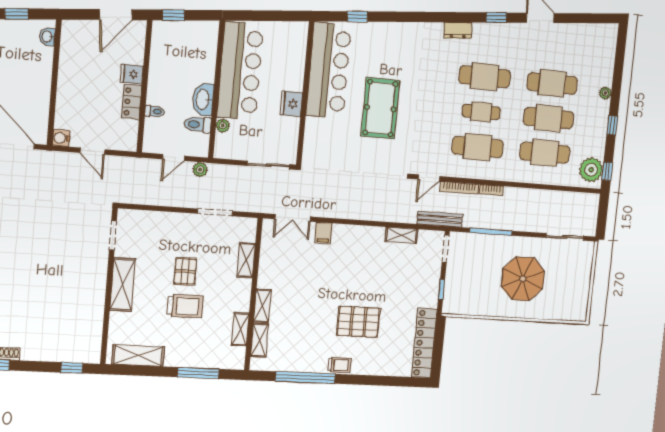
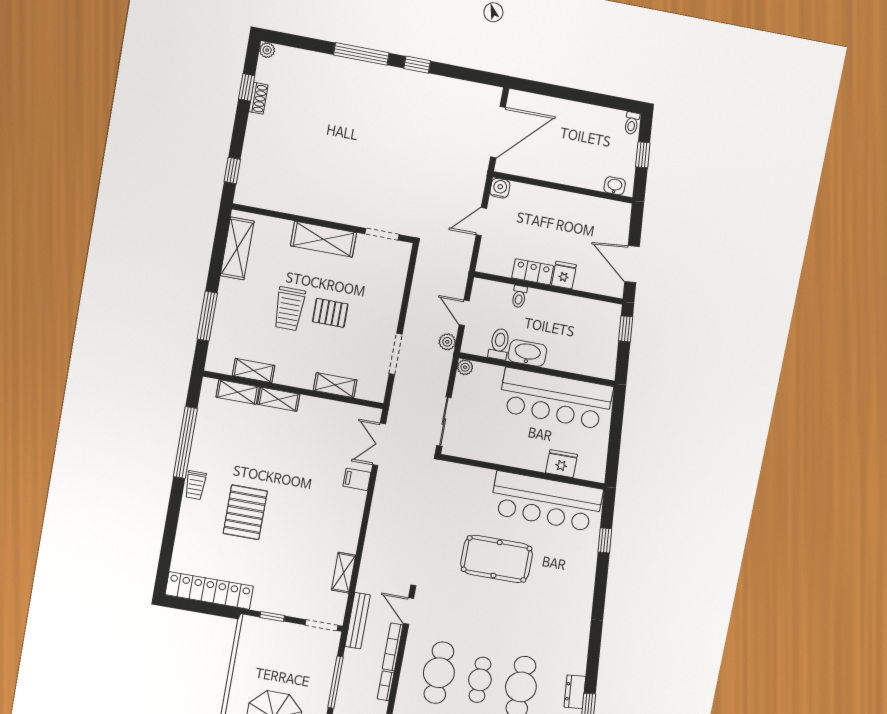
dresser: (458, 30) -> (575, 692), moved
fridge: (291, 104) -> (561, 464), moved
plant: (223, 126) -> (465, 367), moved

